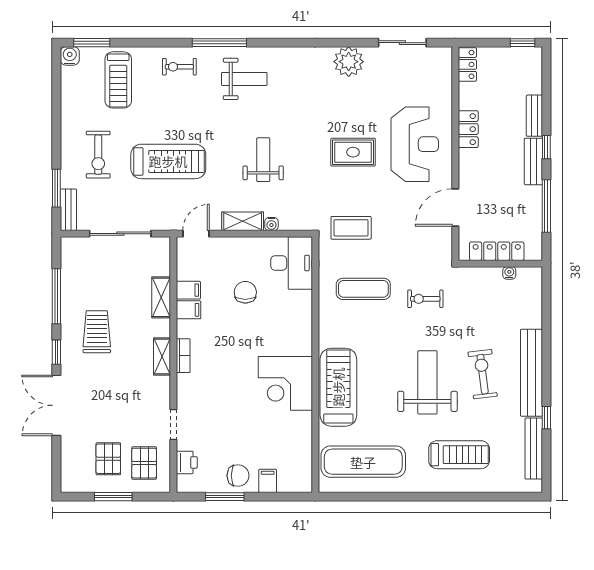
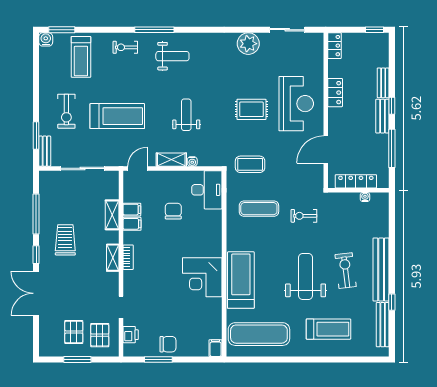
filing cabinet: (268, 481) -> (216, 348), moved

